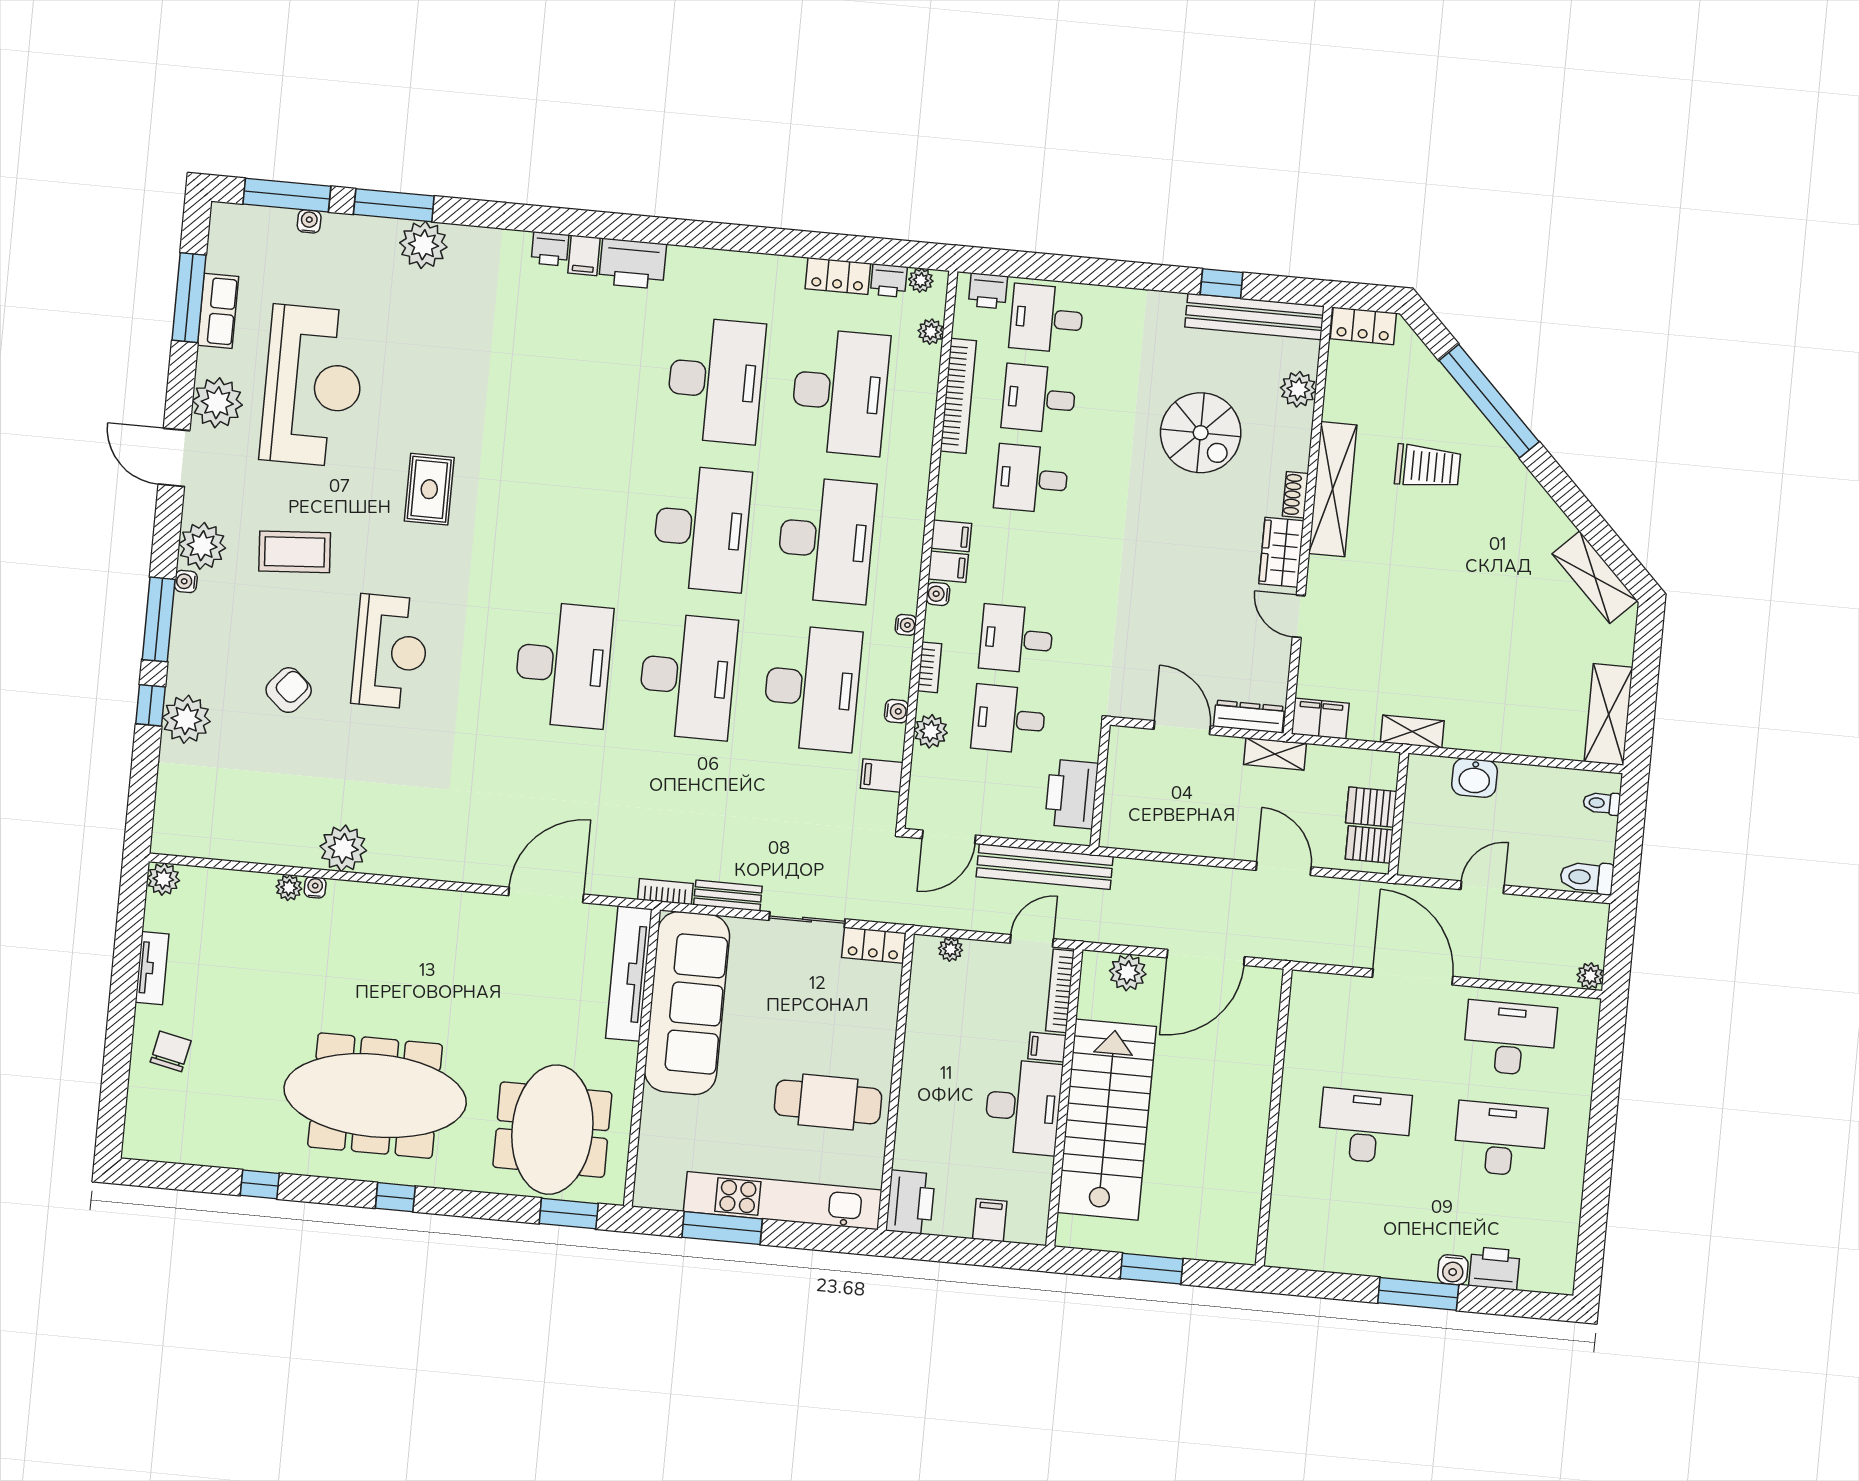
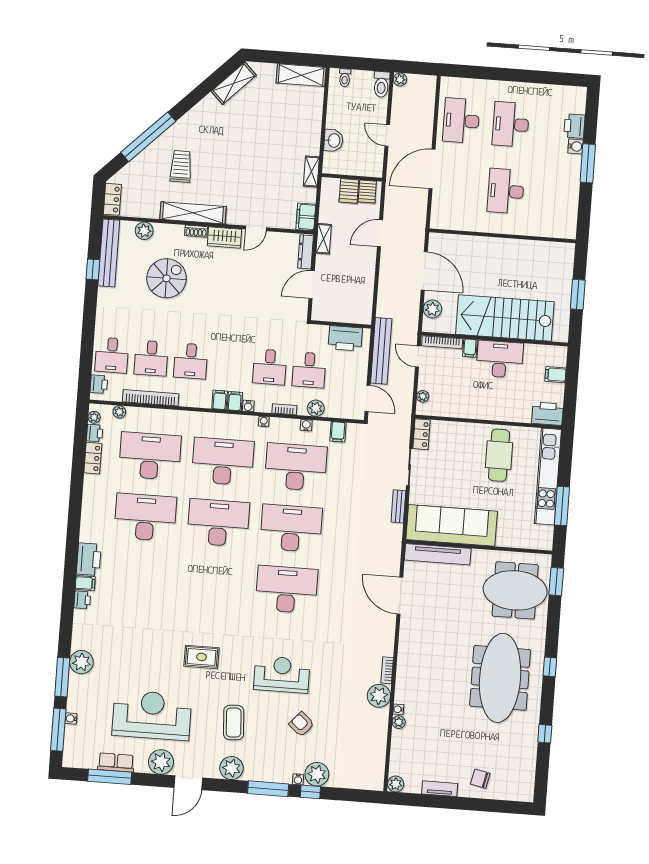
water cooler: (186, 581) -> (298, 779), moved
bookcase: (665, 892) -> (387, 670), moved
plant: (1590, 976) -> (400, 79), moved

